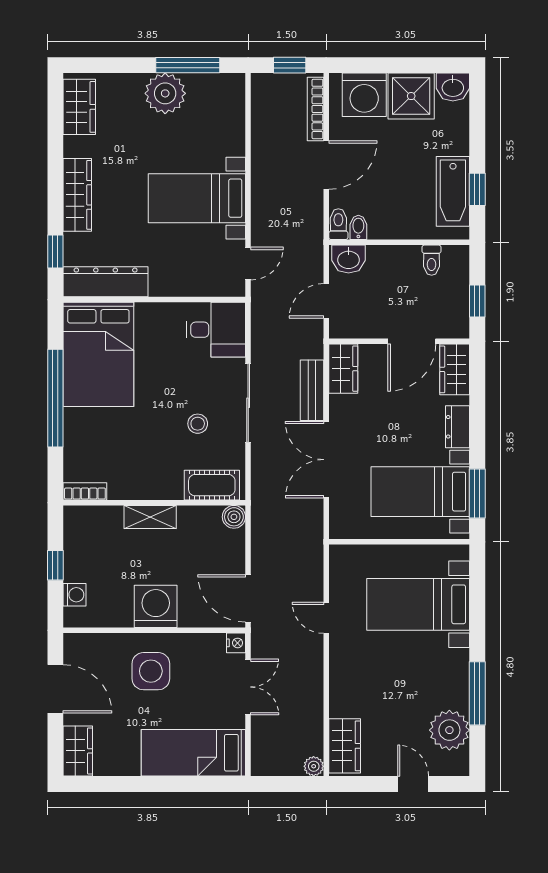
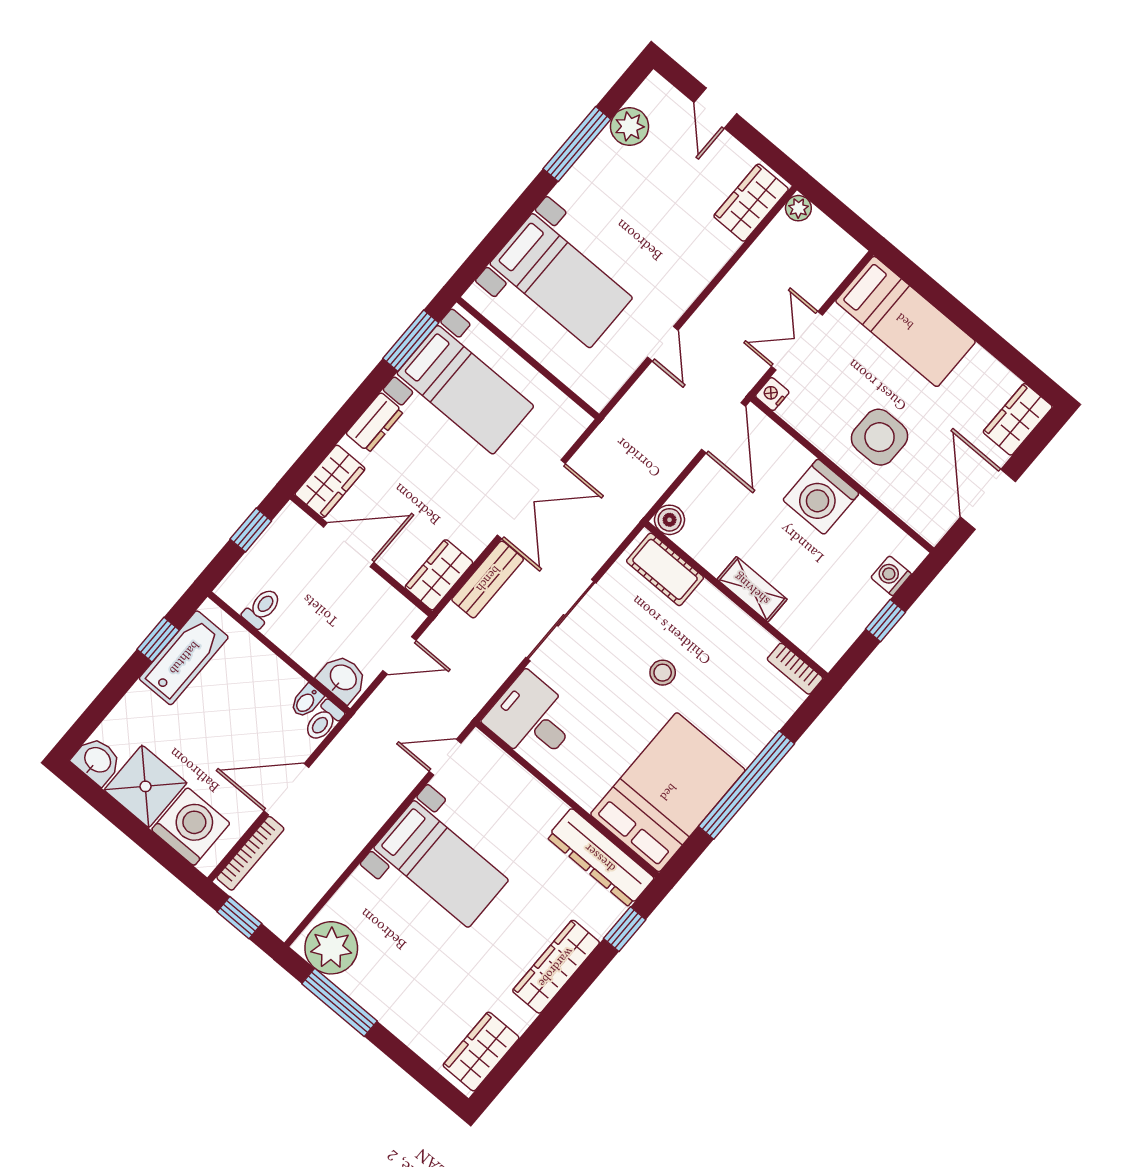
plant: (165, 93) -> (331, 948), moved
stool: (198, 424) -> (663, 673), moved
plant: (449, 730) -> (630, 127), width x0.73, depth x0.73

